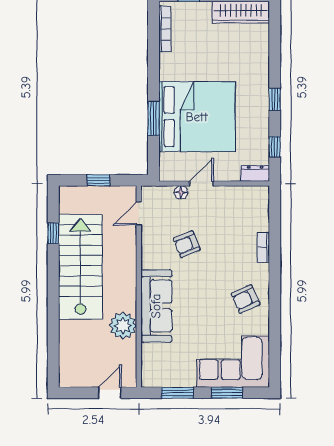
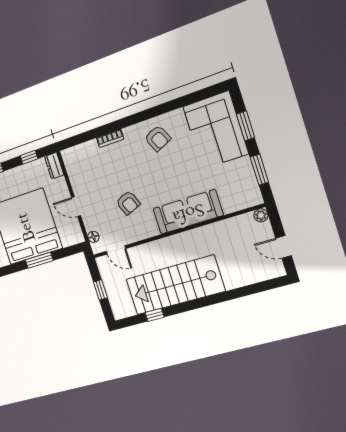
floor lamp: (181, 192) -> (93, 237), moved
plant: (123, 326) -> (261, 215), moved, width x0.53, depth x0.53
door: (110, 393) -> (284, 247), moved

